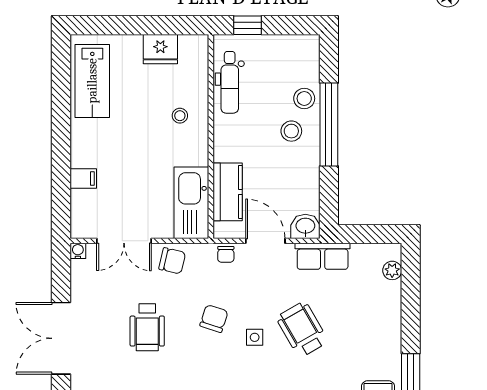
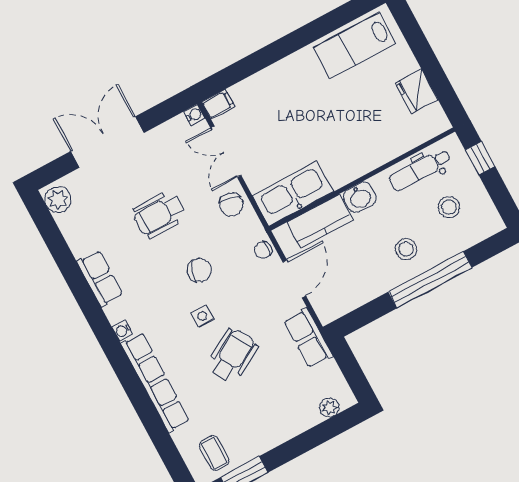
stool: (304, 98) -> (449, 207), moved
stool: (180, 116) -> (366, 141), removed
filing cabinet: (83, 178) -> (218, 104), moved, turned -90
washbasin: (305, 226) -> (360, 197), moved, turned 90

